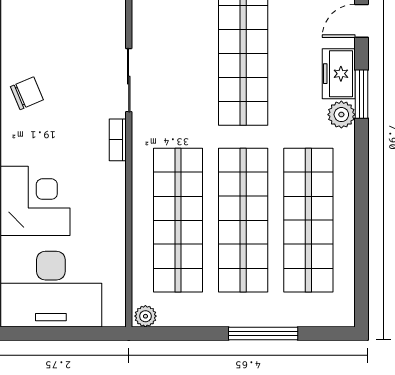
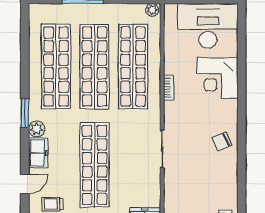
window: (361, 94) -> (25, 113), moved
bookcase: (118, 140) -> (169, 88), moved

